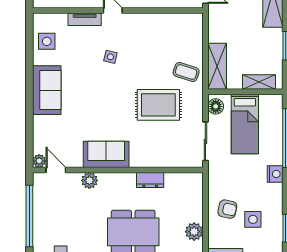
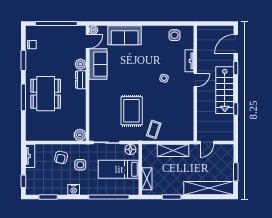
shelving: (217, 66) -> (173, 150), moved
sofa: (47, 90) -> (125, 35), moved
sofa: (106, 154) -> (98, 64), moved
nightstand: (275, 174) -> (74, 190), moved
dresser: (150, 180) -> (81, 80), moved
side table: (253, 219) -> (80, 165), moved
plant: (194, 232) -> (80, 135), moved

